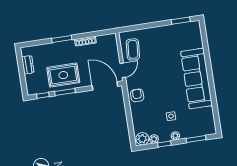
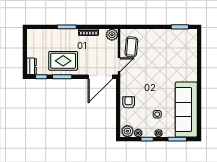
plant: (111, 40) -> (112, 35), added
dresser: (28, 65) -> (32, 66), moved
sofa: (196, 78) -> (186, 110), moved
door: (105, 86) -> (100, 77), swing flipped
armchair: (137, 95) -> (129, 102), moved

